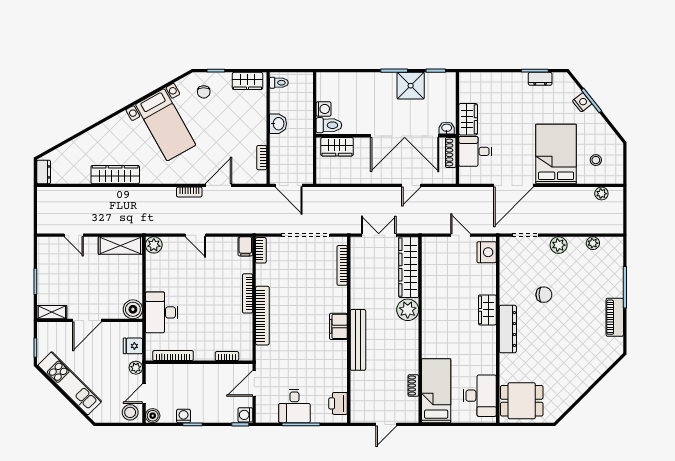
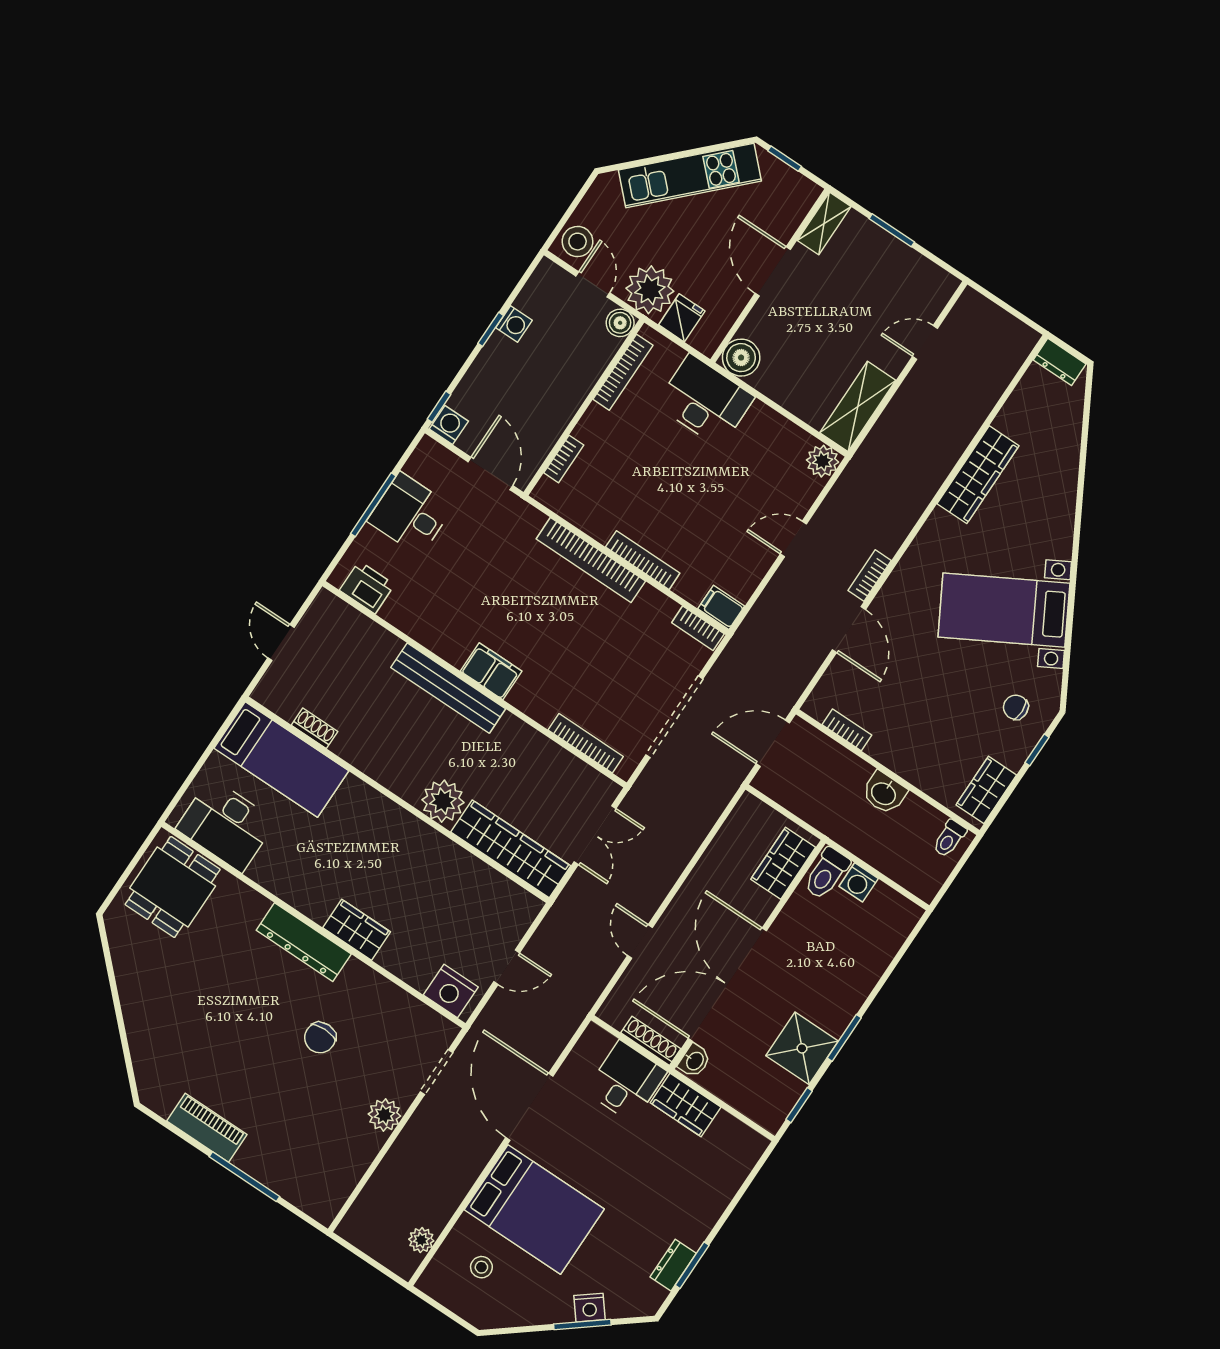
plant: (593, 243) -> (350, 1172), removed
plant: (136, 368) -> (650, 290), width x1.88, depth x1.88
boiler: (153, 416) -> (620, 323), moved

